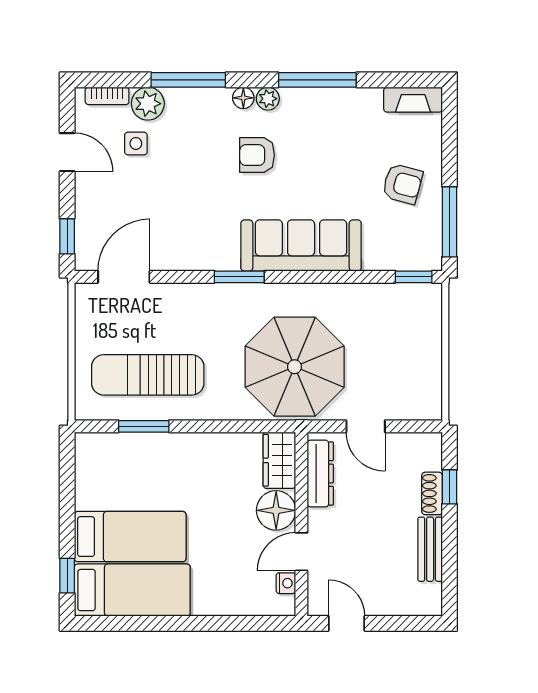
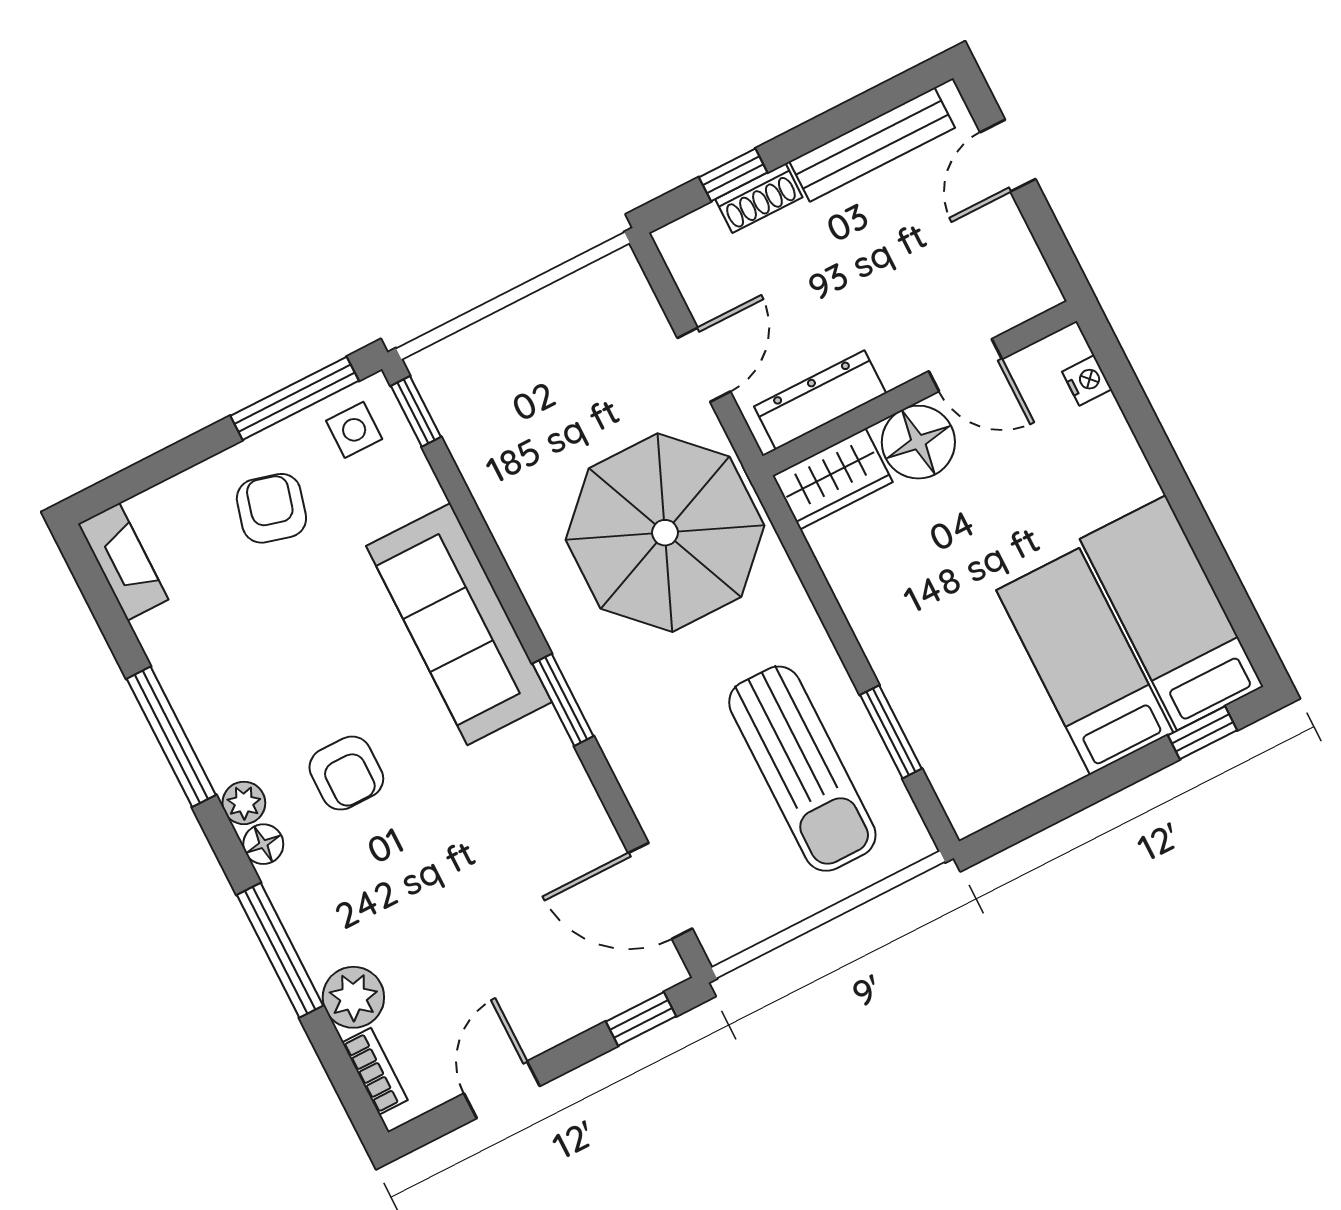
side table: (136, 143) -> (354, 430), moved
bench: (430, 549) -> (872, 145), width x1.36
nightstand: (286, 583) -> (1087, 380), moved, turned 90
door: (347, 623) -> (1008, 156), moved

